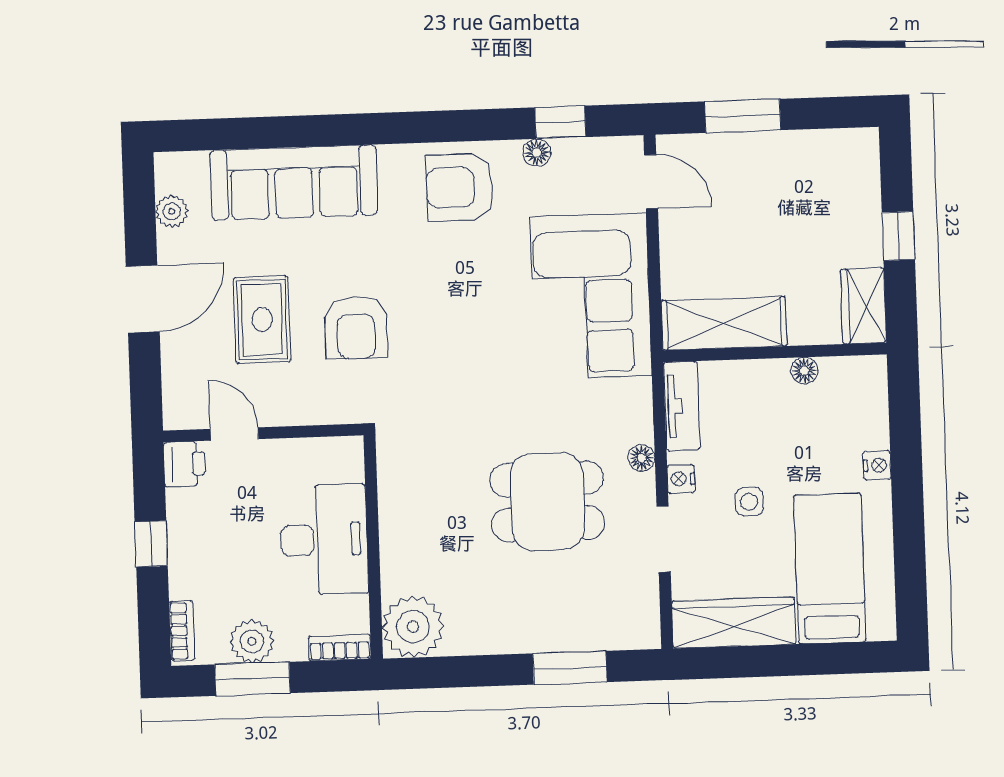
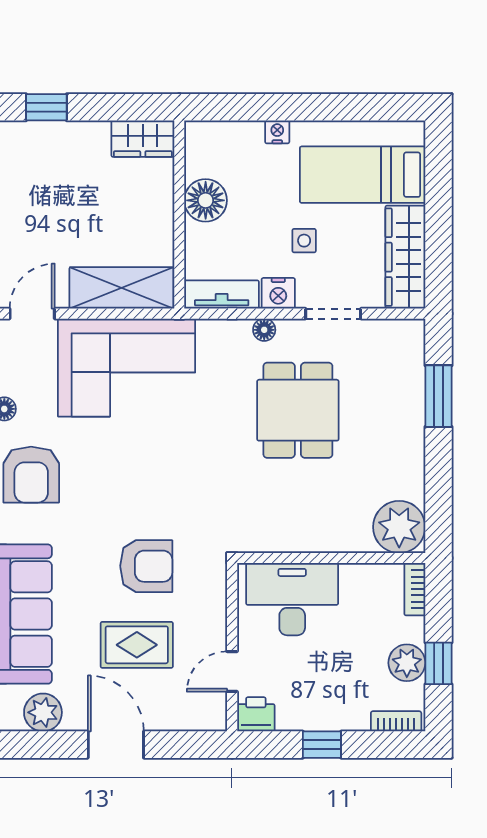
plant: (172, 211) -> (43, 712), width x1.38, depth x1.38
window: (898, 236) -> (46, 107), moved
shelving: (724, 323) -> (121, 288), moved, turned 90
floor lamp: (804, 371) -> (206, 200), width x1.89, depth x1.89
nightstand: (681, 479) -> (278, 293), width x1.39, depth x1.35
desk: (324, 540) -> (292, 599), moved
window: (253, 679) -> (438, 663), width x0.67

